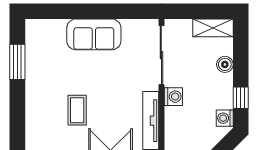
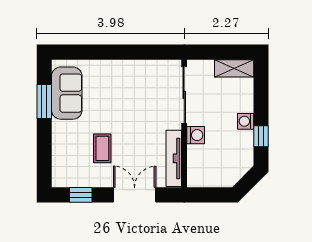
sofa: (94, 34) -> (67, 93), moved, turned -90
boiler: (225, 64) -> (246, 104), removed
washing machine: (225, 118) -> (246, 121), moved

